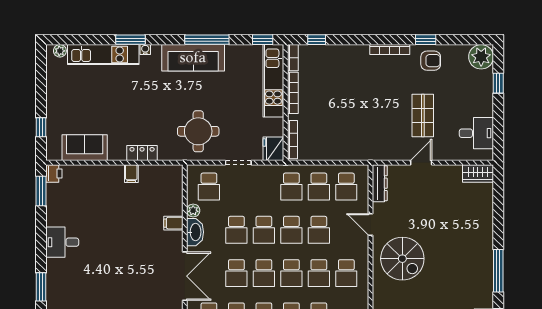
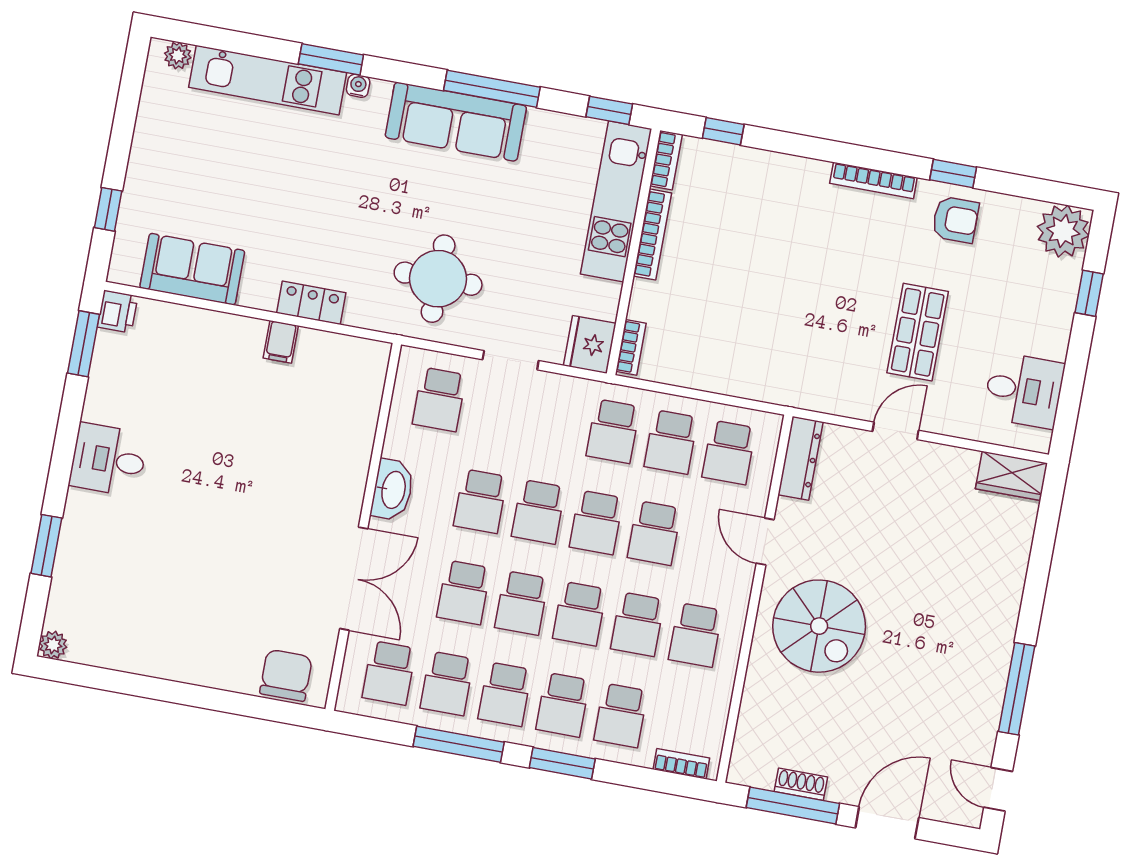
bookcase: (292, 140) -> (631, 347), width x0.64
plant: (193, 211) -> (397, 444), removed
filing cabinet: (173, 223) -> (350, 463), removed

